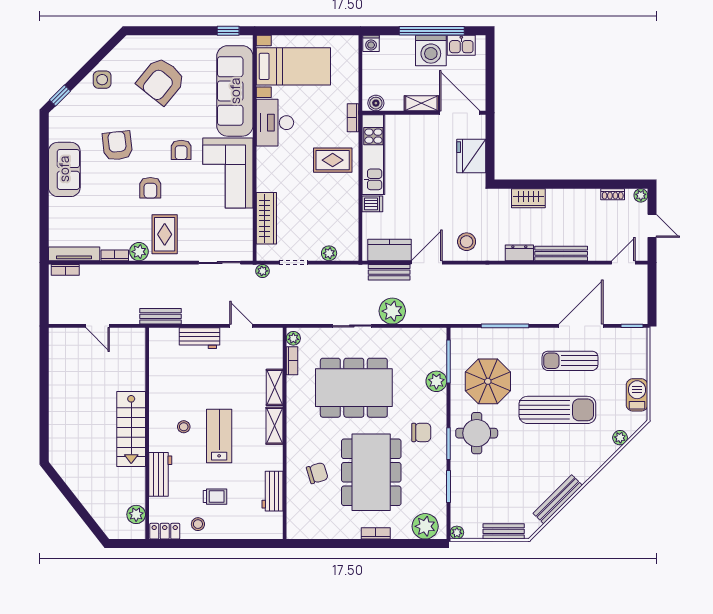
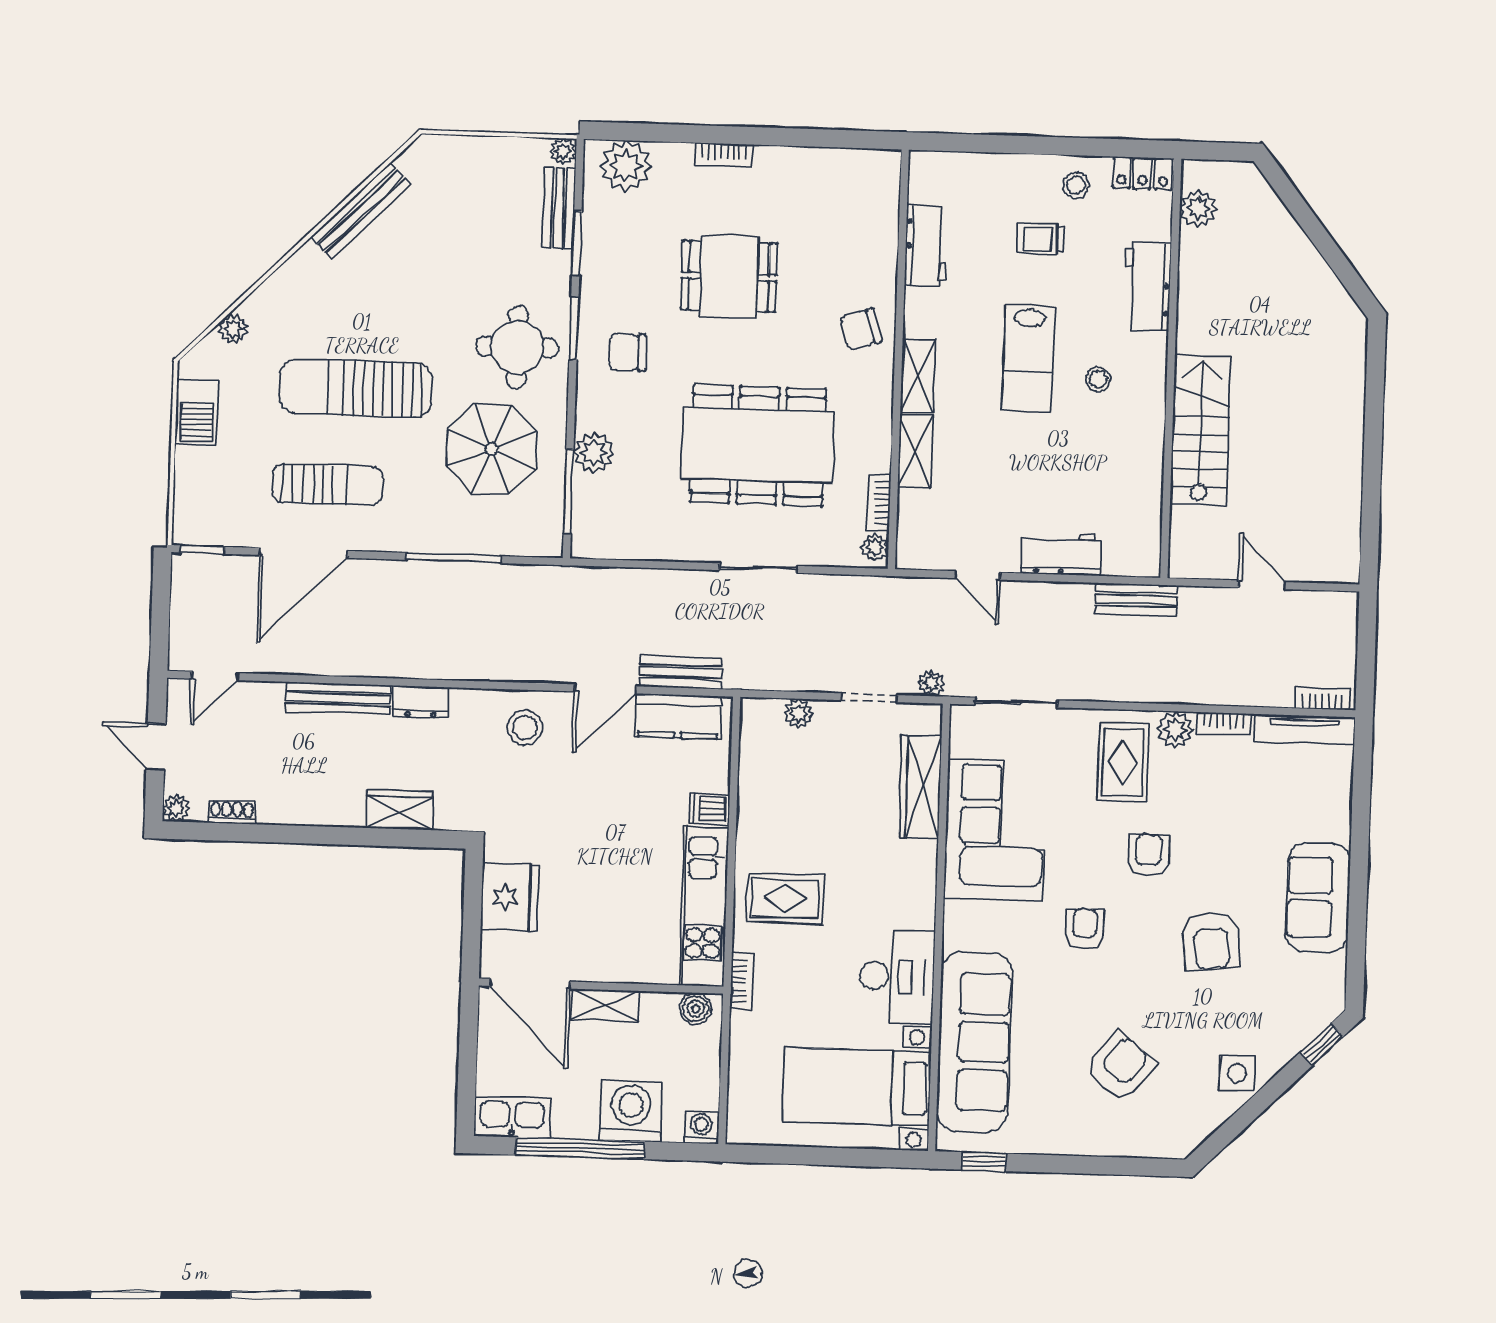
kitchen sink: (461, 45) -> (512, 1117), width x1.38
washing machine: (431, 50) -> (631, 1111), moved
armchair: (161, 81) -> (1120, 1067), width x0.73, depth x0.73
corner sofa: (228, 173) -> (995, 830), moved
plant: (392, 311) -> (677, 595), removed
stairs: (131, 429) -> (1201, 430), moved
dining table: (371, 472) -> (729, 277), width x0.53, depth x0.80
chair: (317, 473) -> (861, 329), moved
bench: (504, 531) -> (559, 208), moved, turned 90

